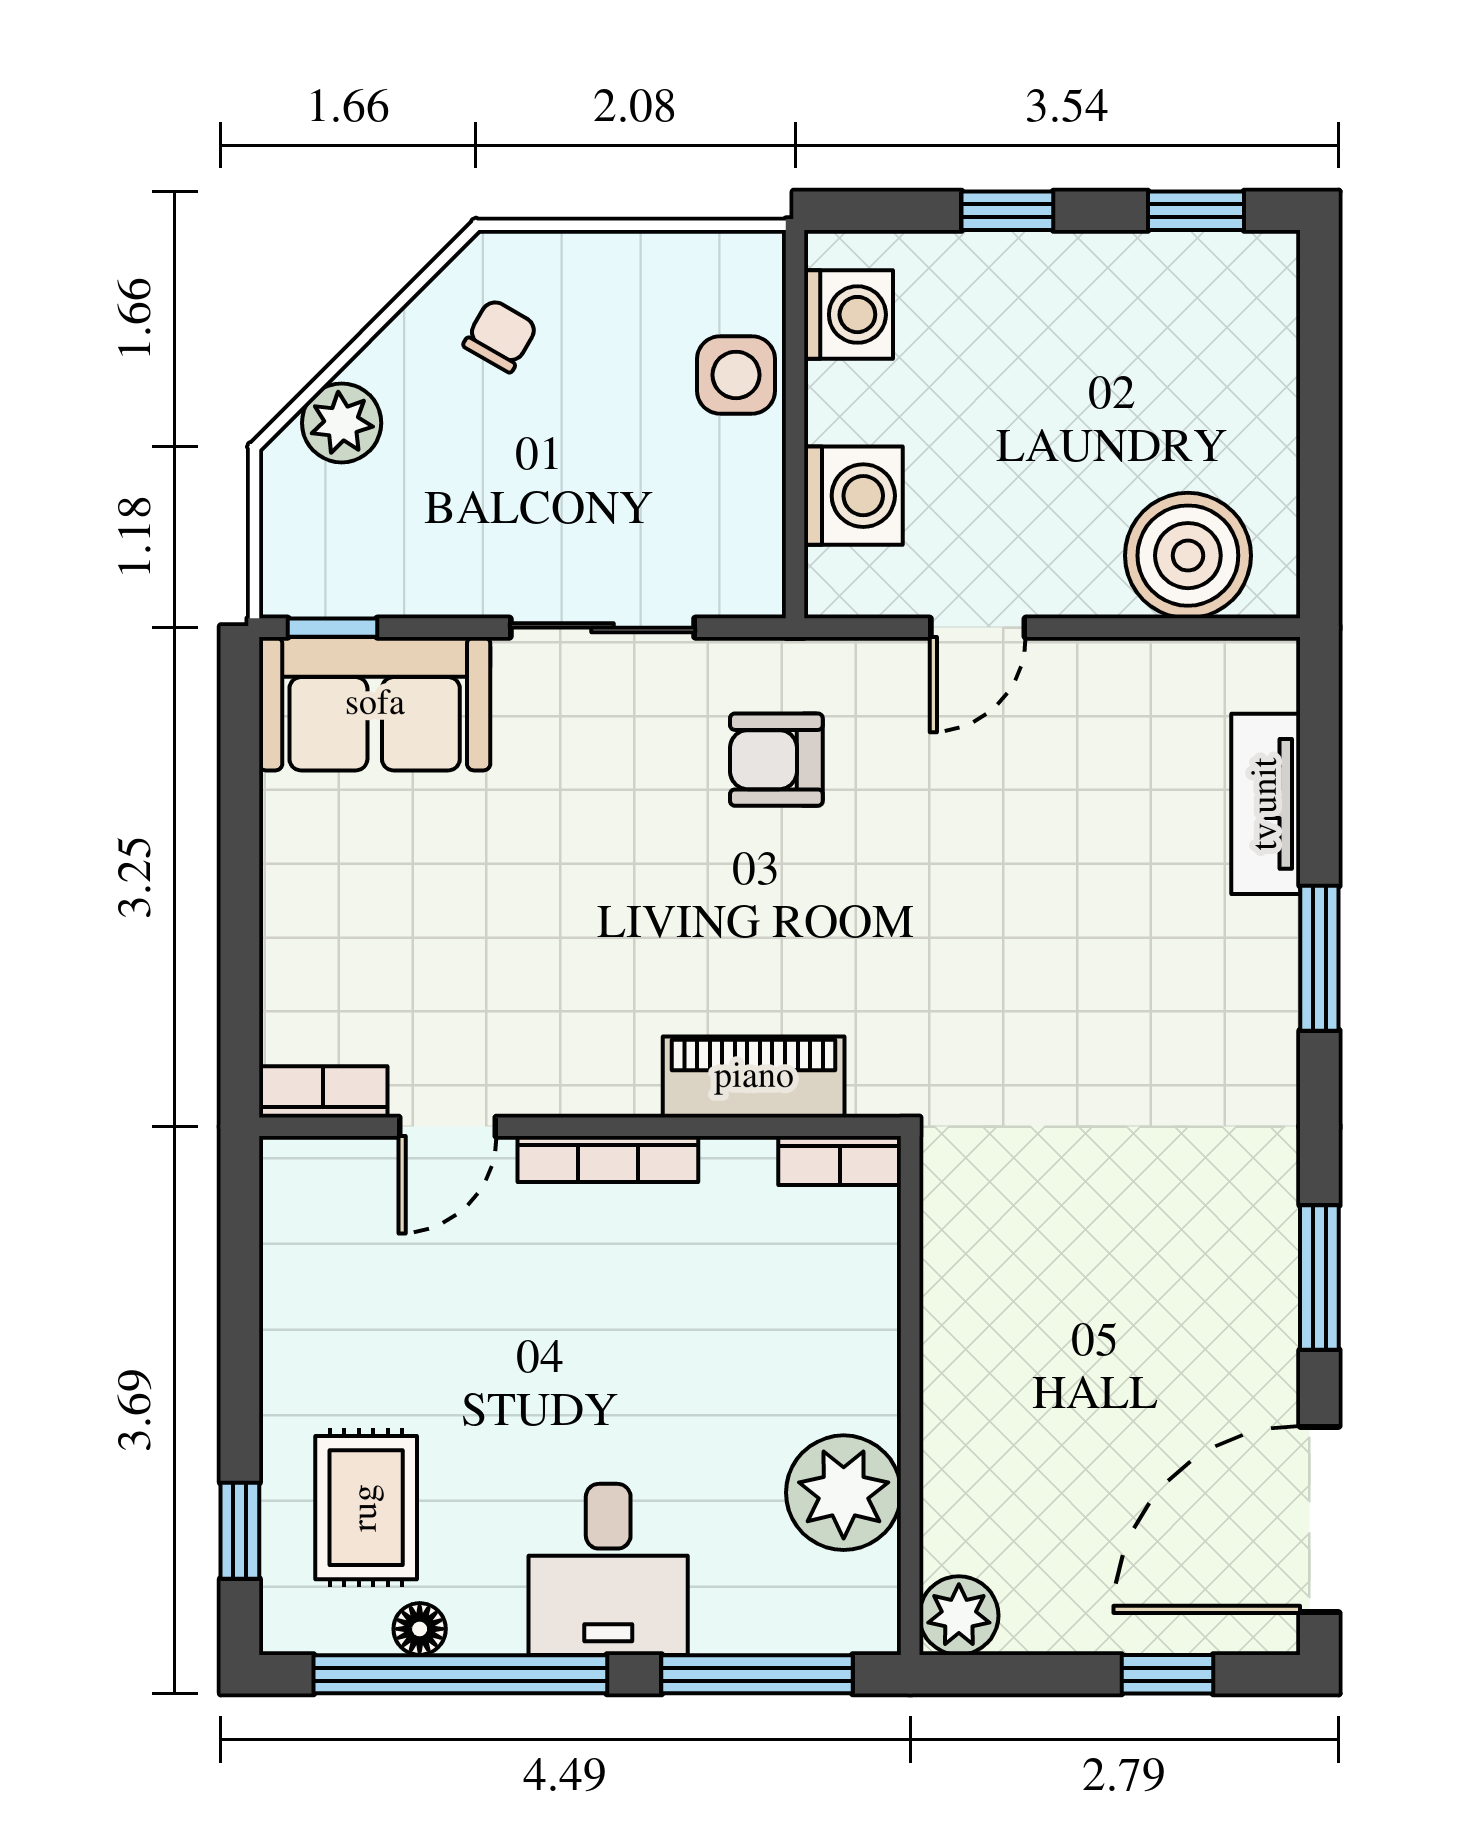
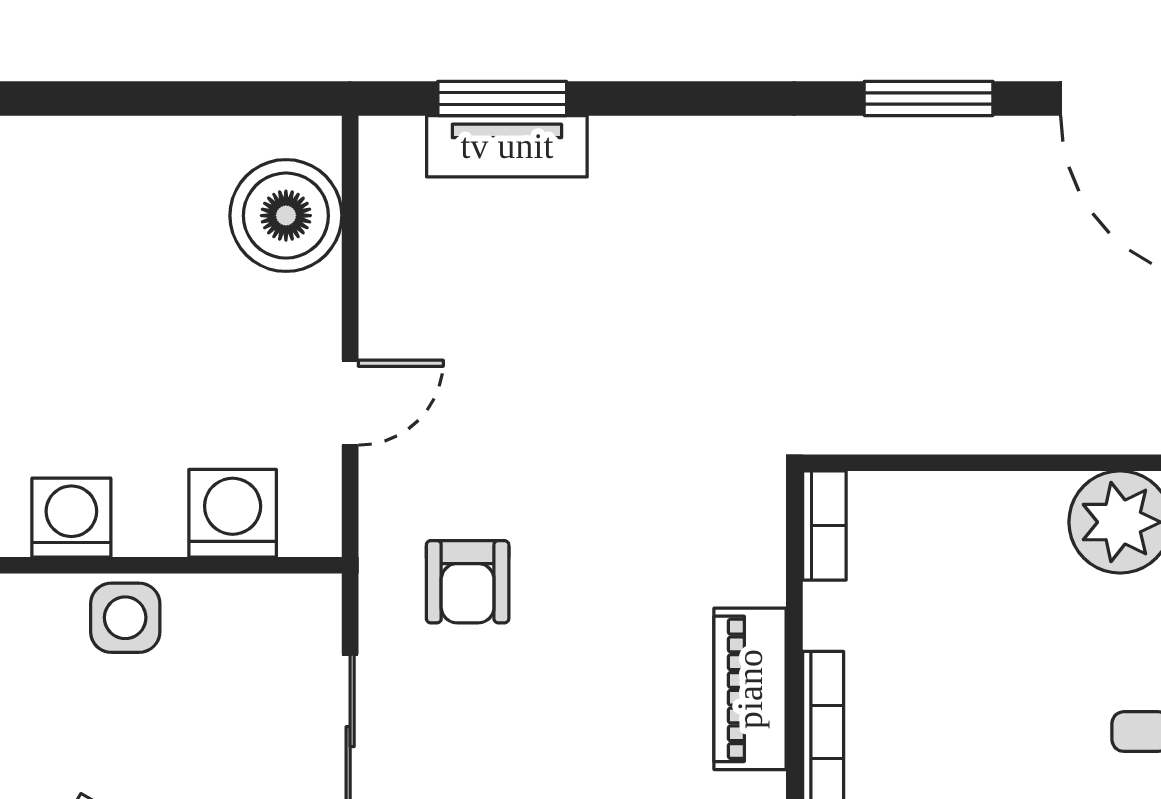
door: (978, 628) -> (350, 403), hinge flipped
window: (1319, 958) -> (502, 98), moved
piano: (754, 1077) -> (750, 689), moved

